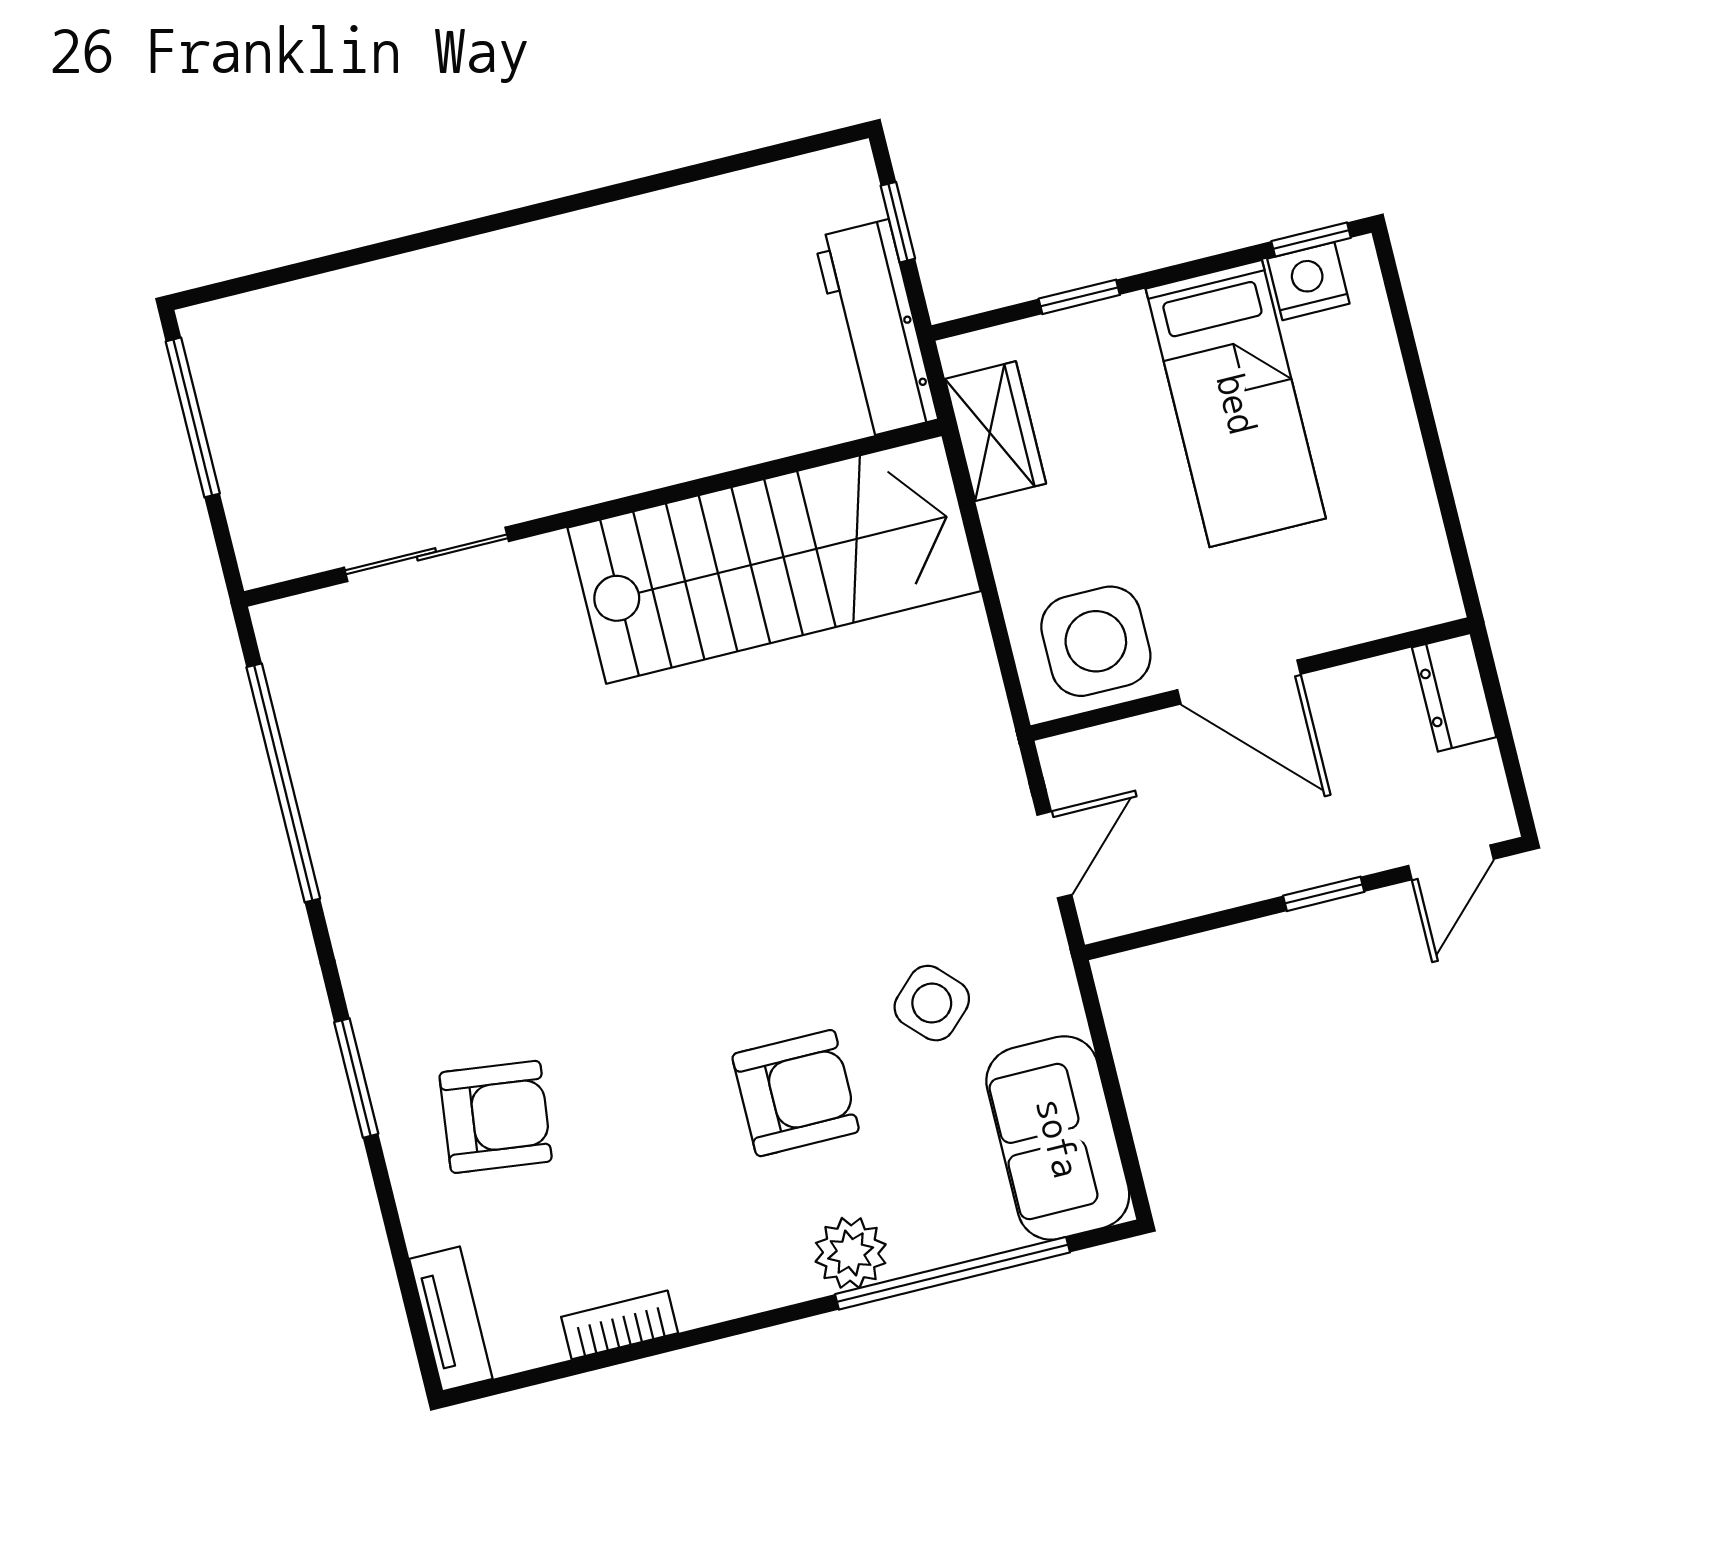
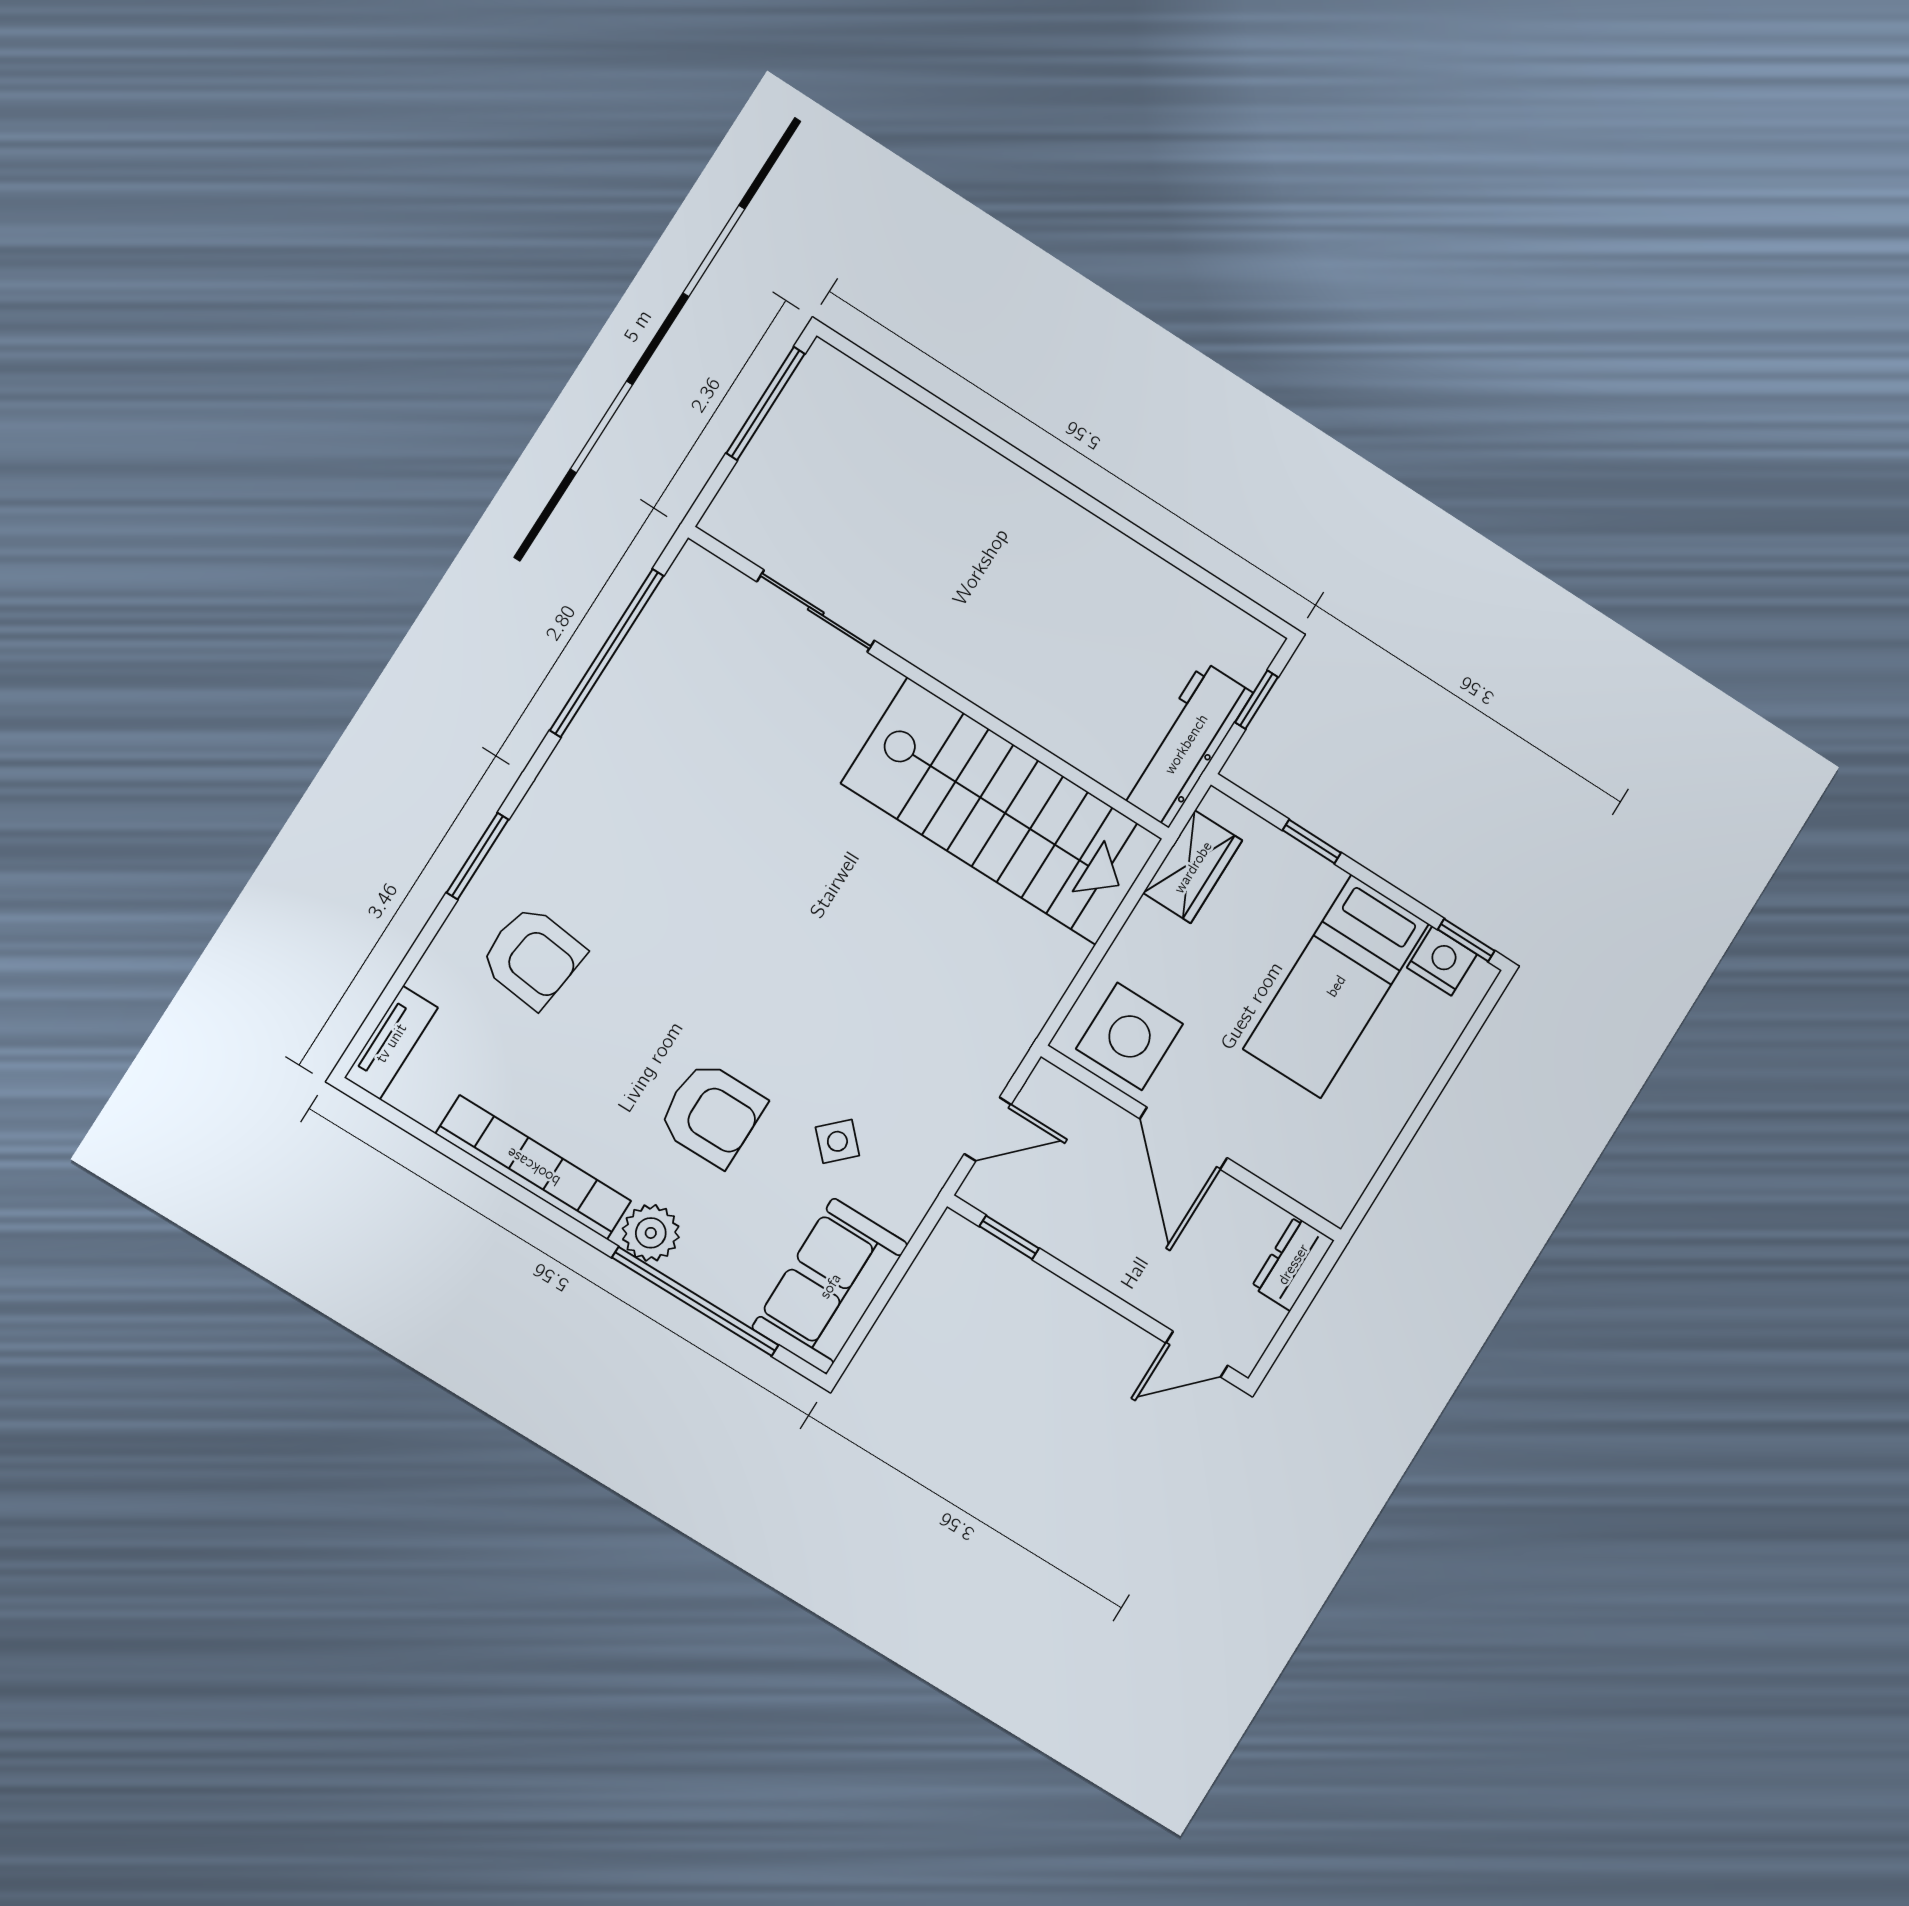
window: (1324, 894) -> (1009, 1237), moved
side table: (932, 1003) -> (837, 1141), width x0.73, depth x0.73
bookcase: (620, 1325) -> (533, 1167), width x2.31, depth x1.31

